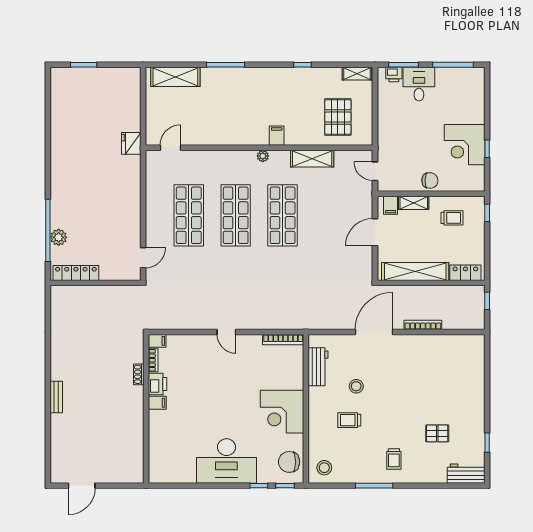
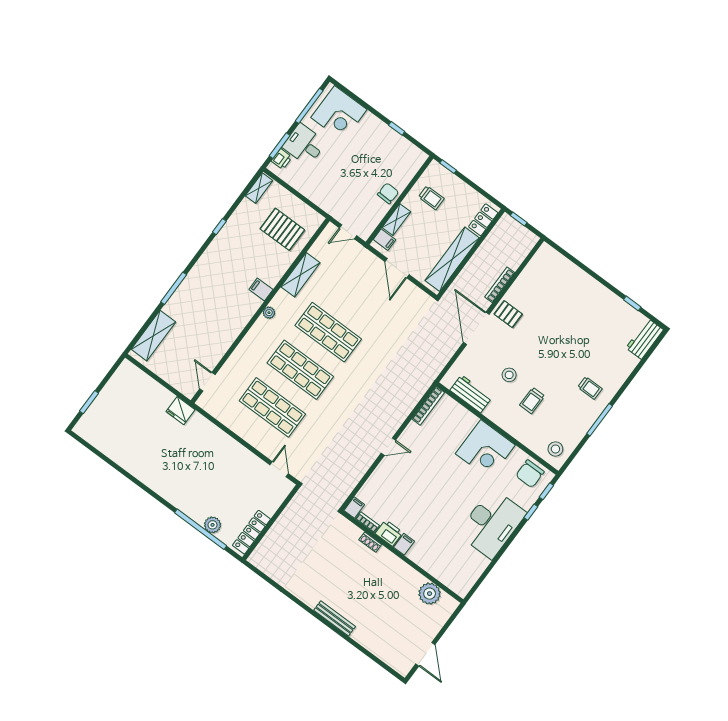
corner desk: (465, 145) -> (339, 114), moved
trolley: (452, 218) -> (431, 198), turned 90
bench: (56, 397) -> (335, 618), width x1.36
pallet: (437, 433) -> (508, 314), moved, turned 90
plant: (133, 453) -> (430, 594), added

